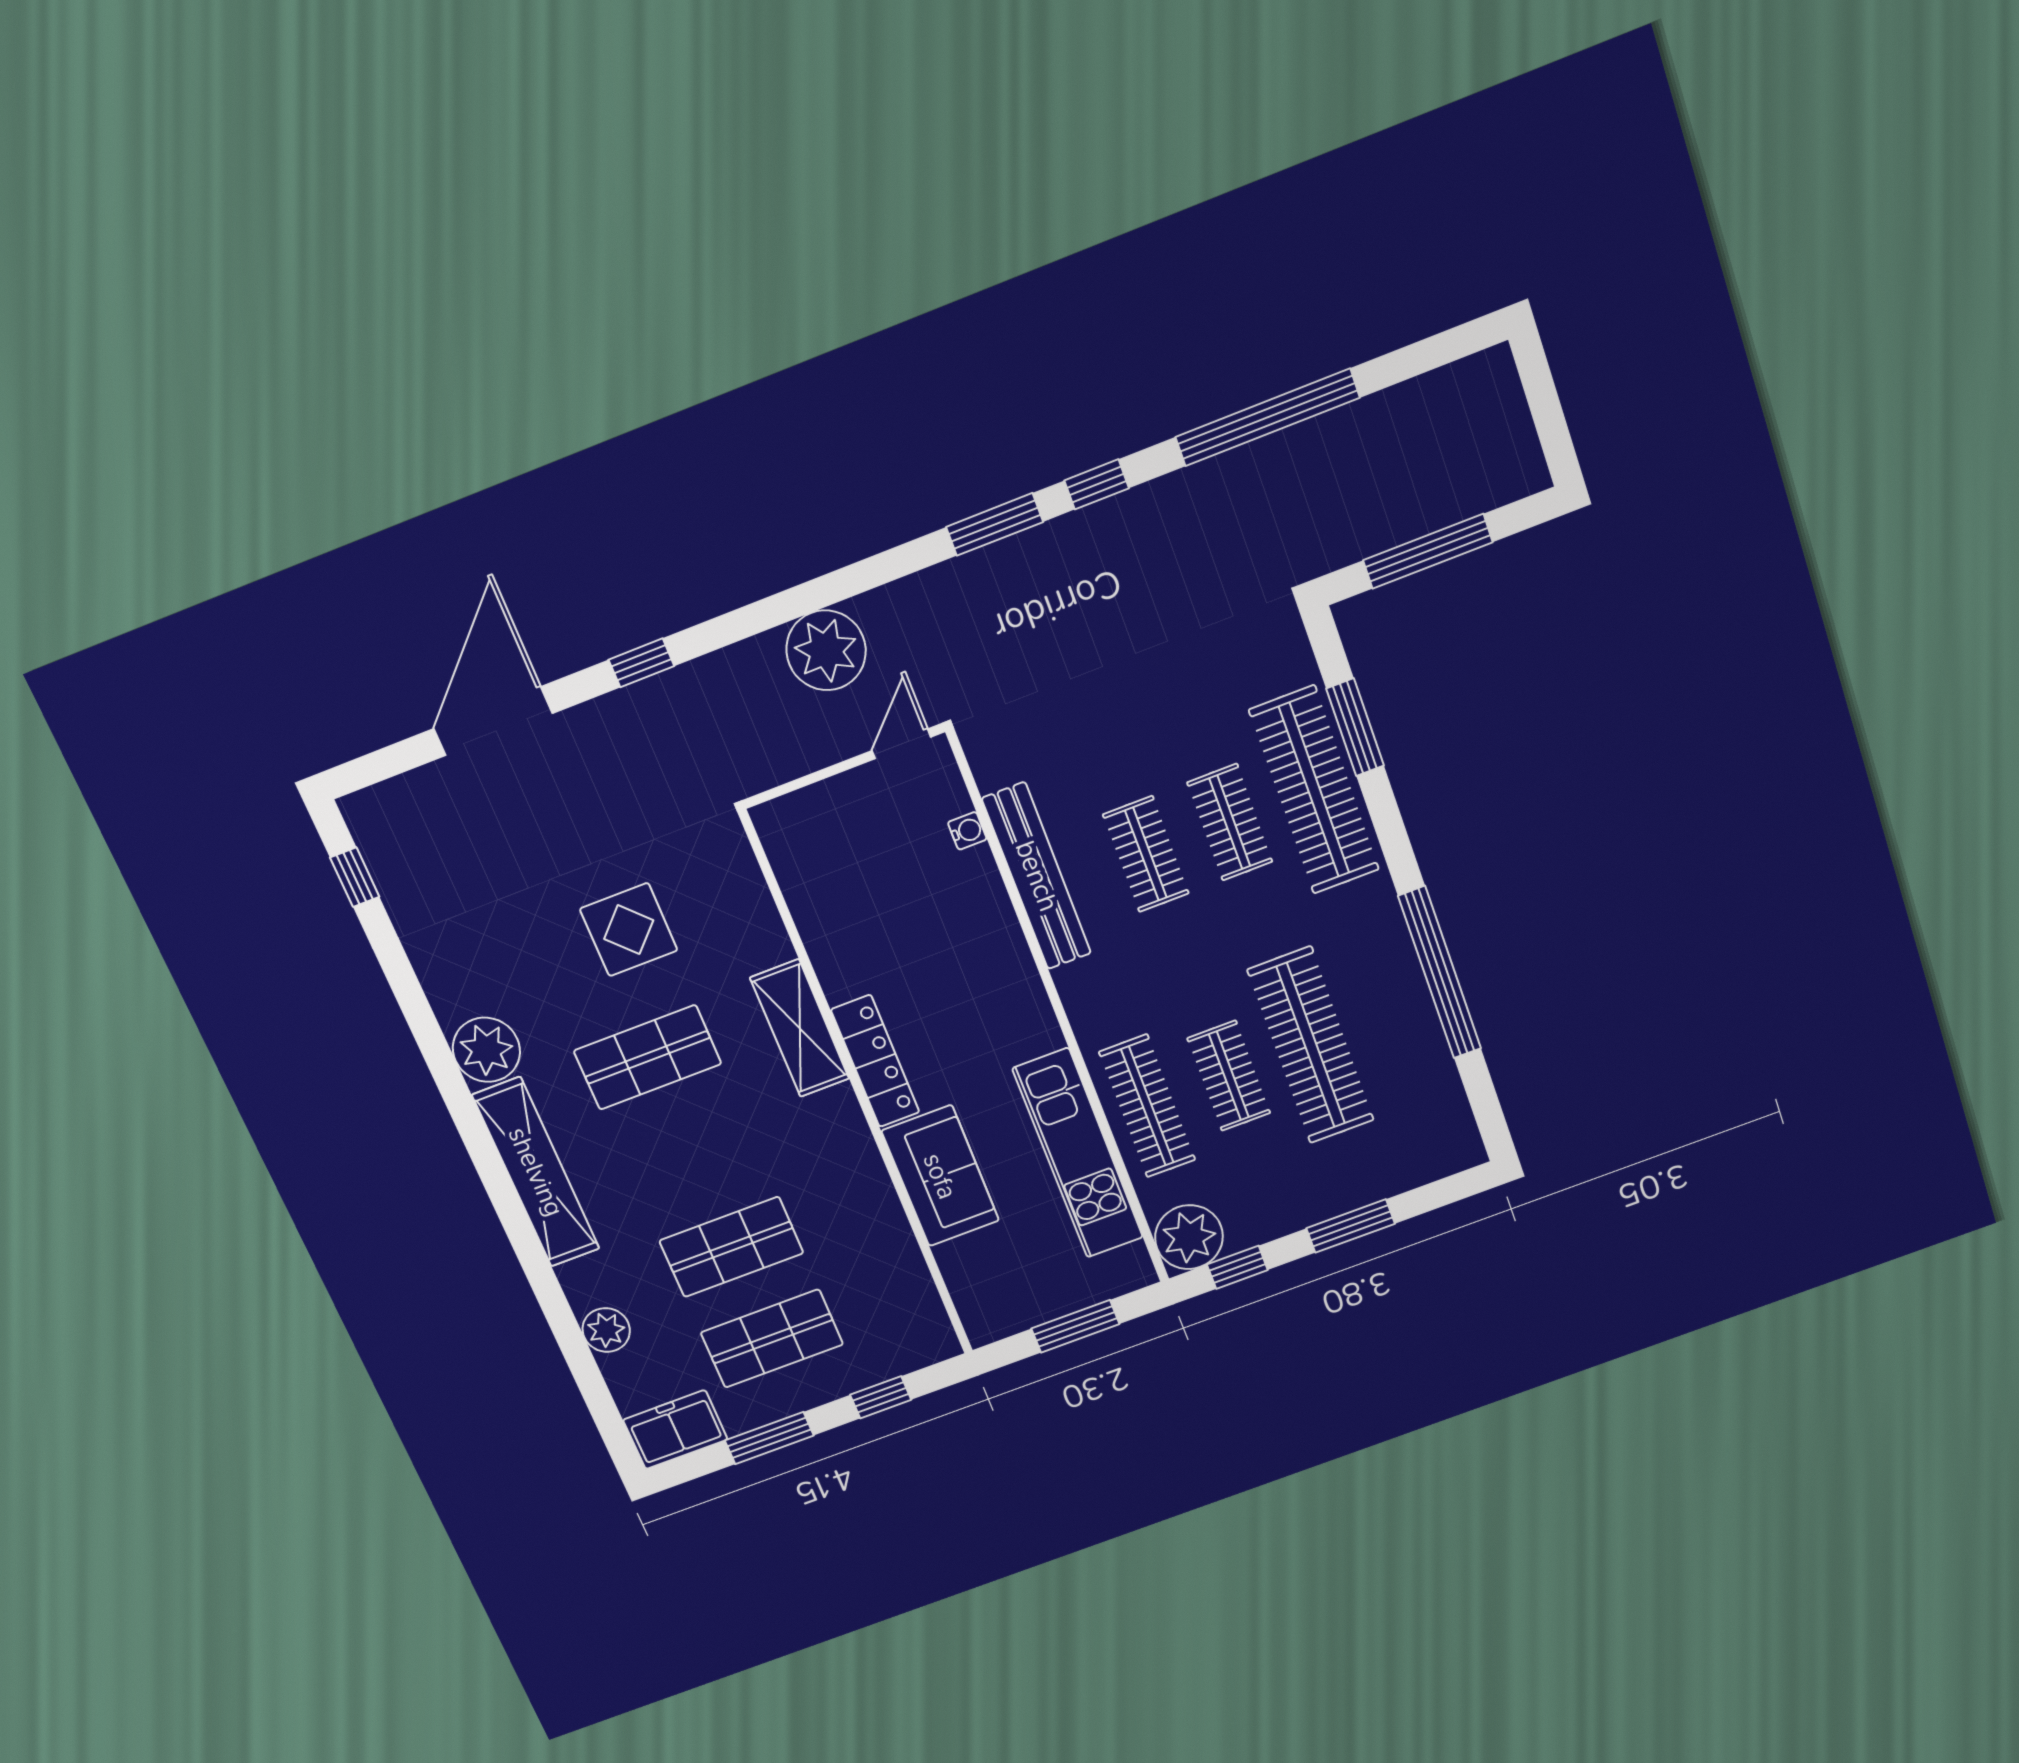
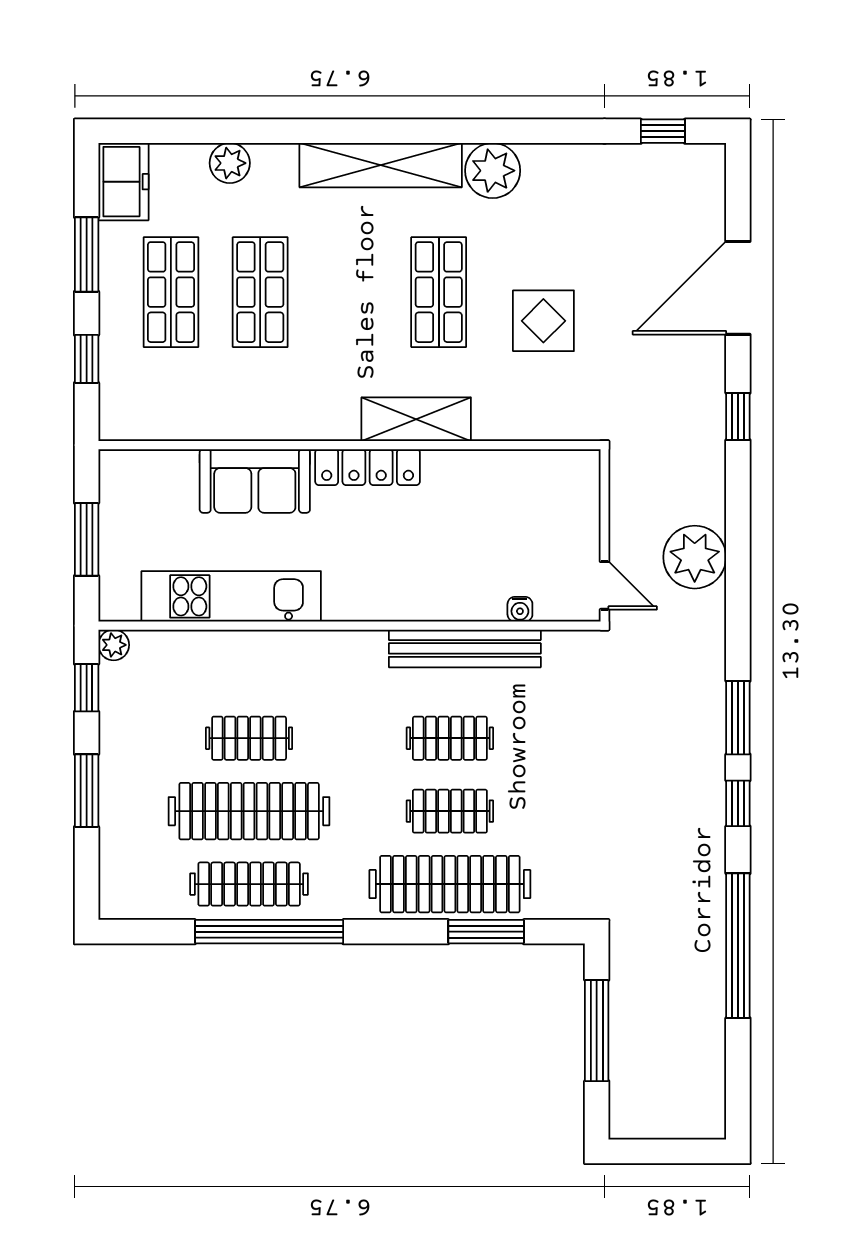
door: (493, 721) -> (738, 288), swing flipped
clothes rail: (1147, 1106) -> (249, 884), moved
plant: (1189, 1237) -> (114, 645), width x0.53, depth x0.53

